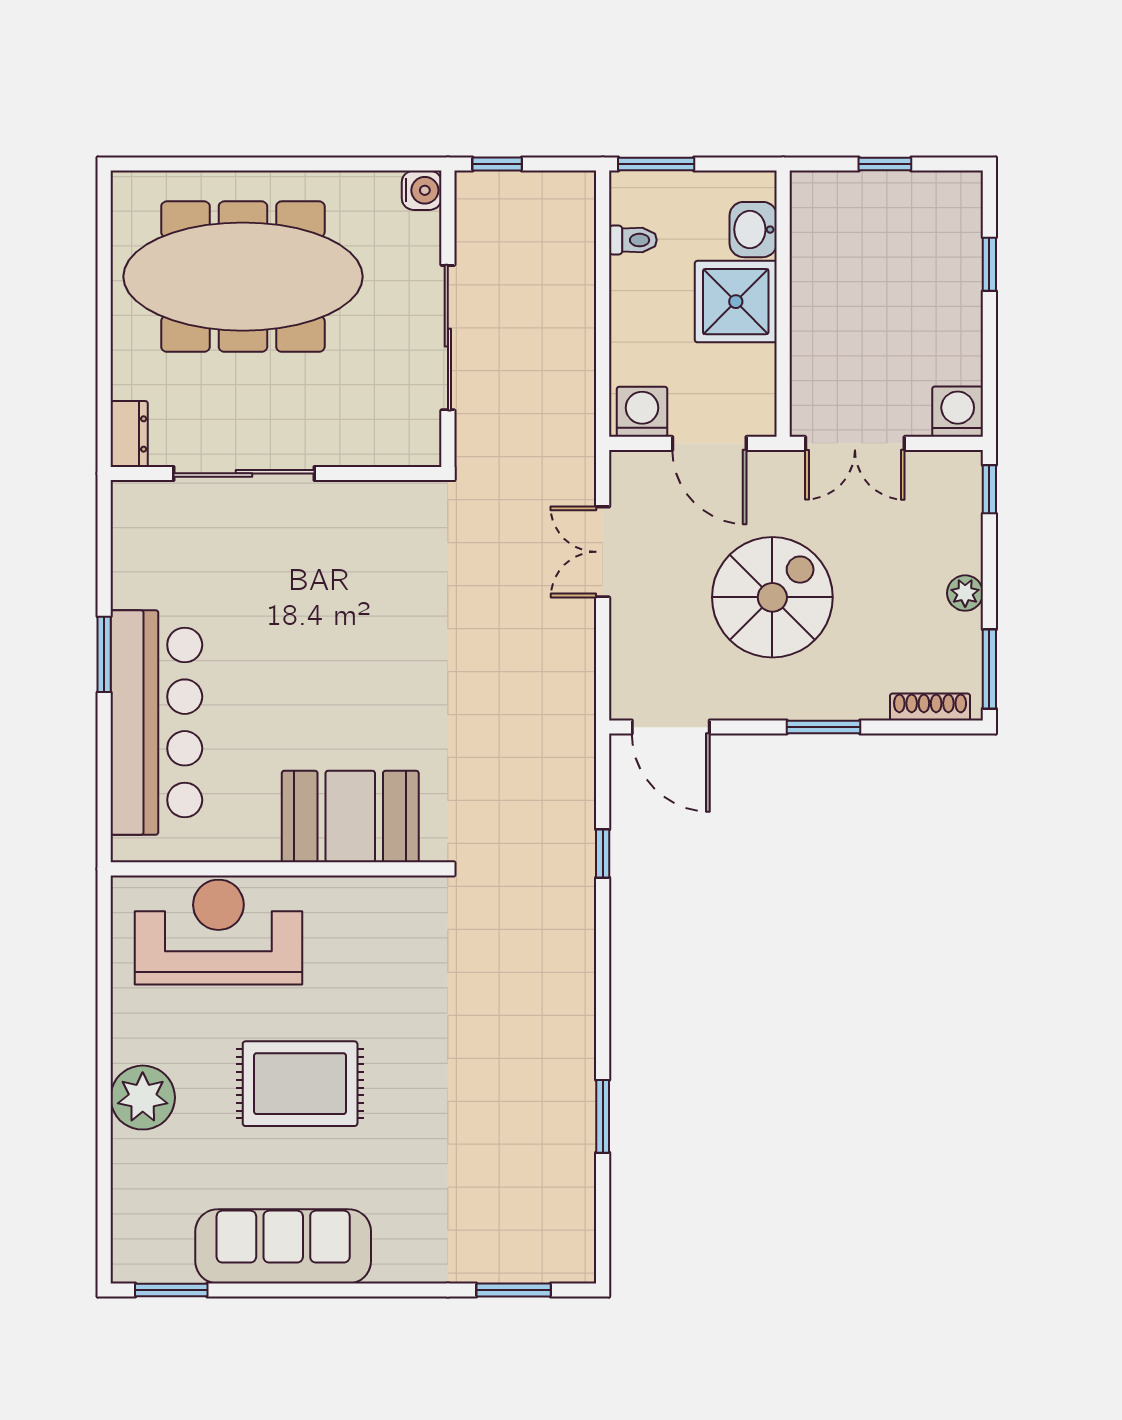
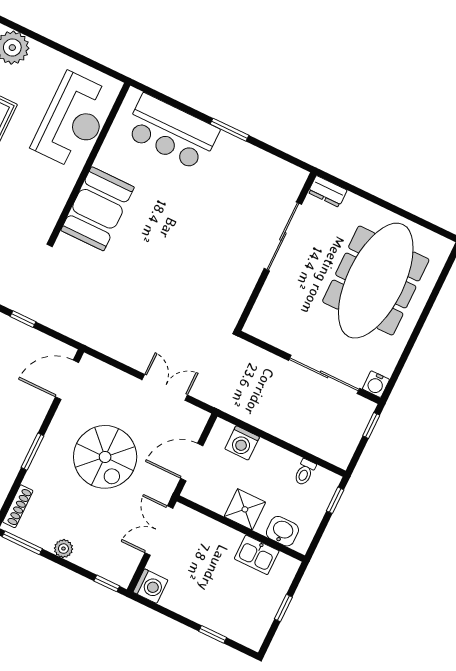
window: (656, 164) -> (335, 500), width x0.67
kitchen sink: (815, 254) -> (257, 555), added
shower: (736, 302) -> (245, 509), width x0.73, depth x0.73
sliding door: (448, 338) -> (324, 374), moved
washing machine: (642, 412) -> (242, 443), moved, turned 90
bar counter: (156, 722) -> (172, 132), width x0.73

